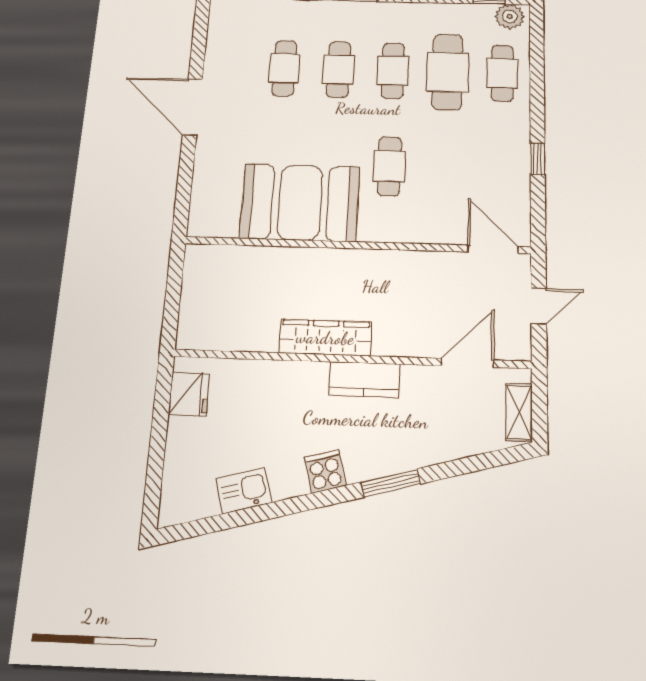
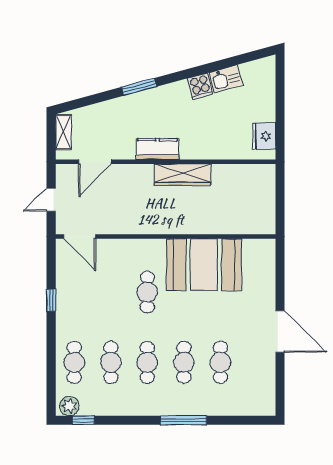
cafe table: (447, 72) -> (111, 362), width x0.73, depth x0.74
cooker: (325, 471) -> (200, 86), moved

